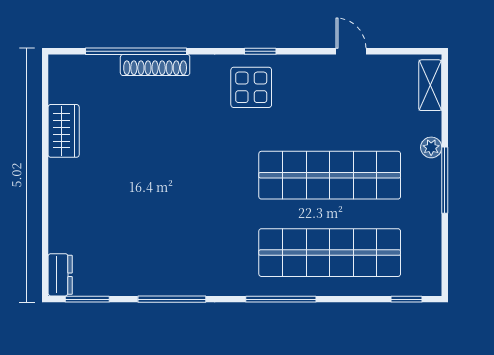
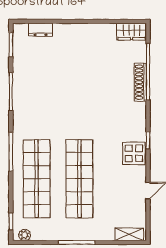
display table: (251, 87) -> (134, 153), moved
wardrobe: (64, 131) -> (132, 32), moved
plant: (431, 147) -> (25, 235), moved
dresser: (60, 275) -> (40, 30), moved

